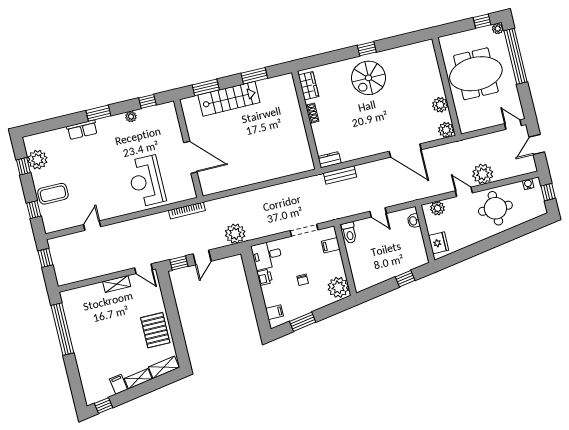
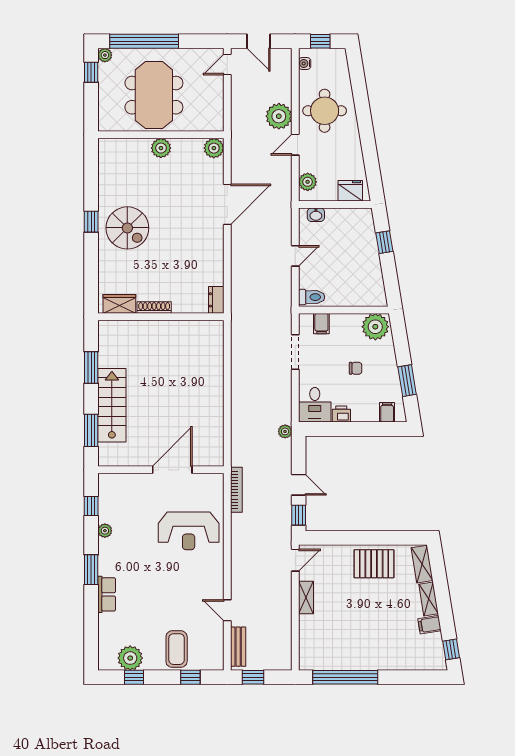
plant: (440, 105) -> (161, 148), moved
shoe rack: (312, 113) -> (154, 308), width x1.43
bench: (340, 175) -> (238, 647), moved
plant: (235, 234) -> (285, 431), width x0.53, depth x0.53

